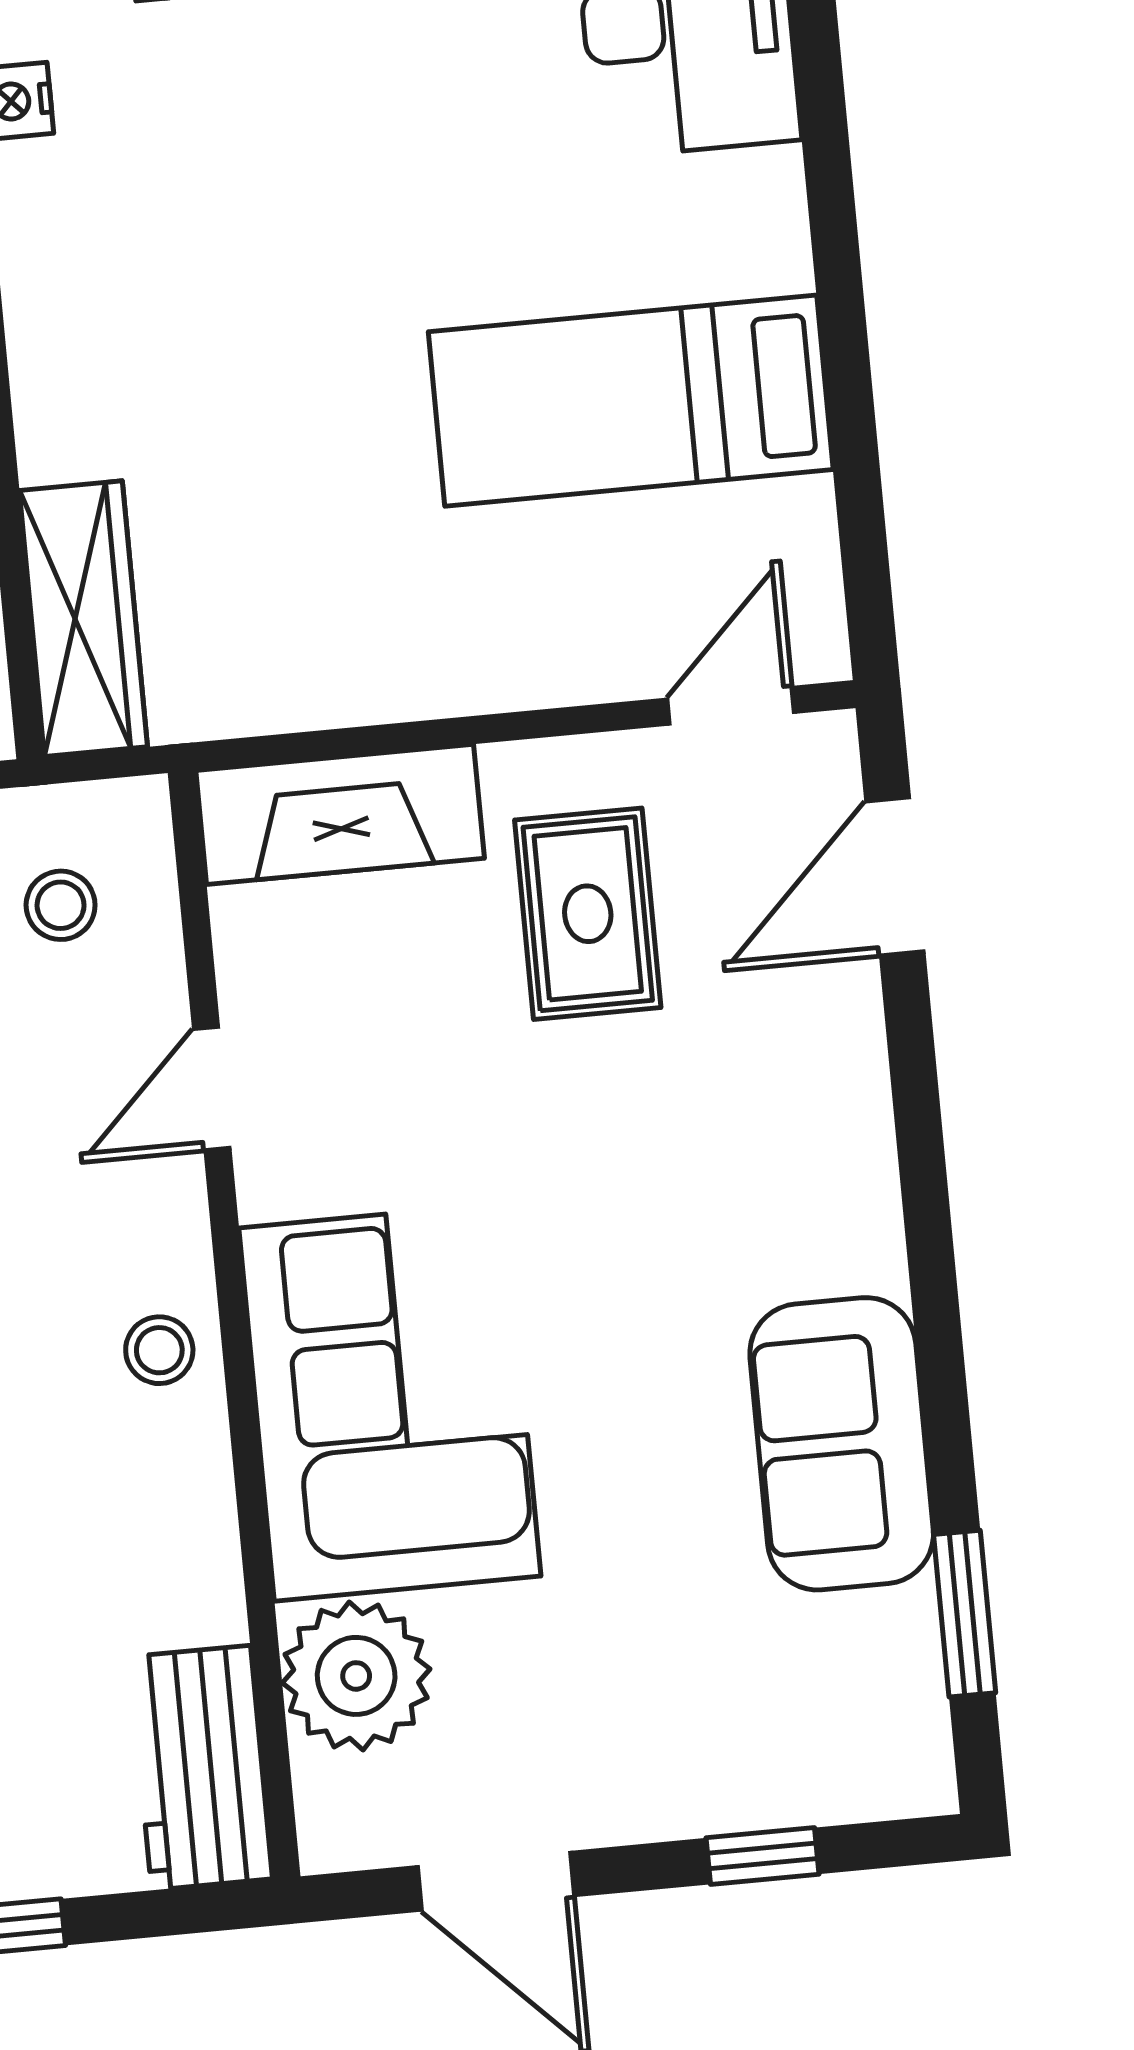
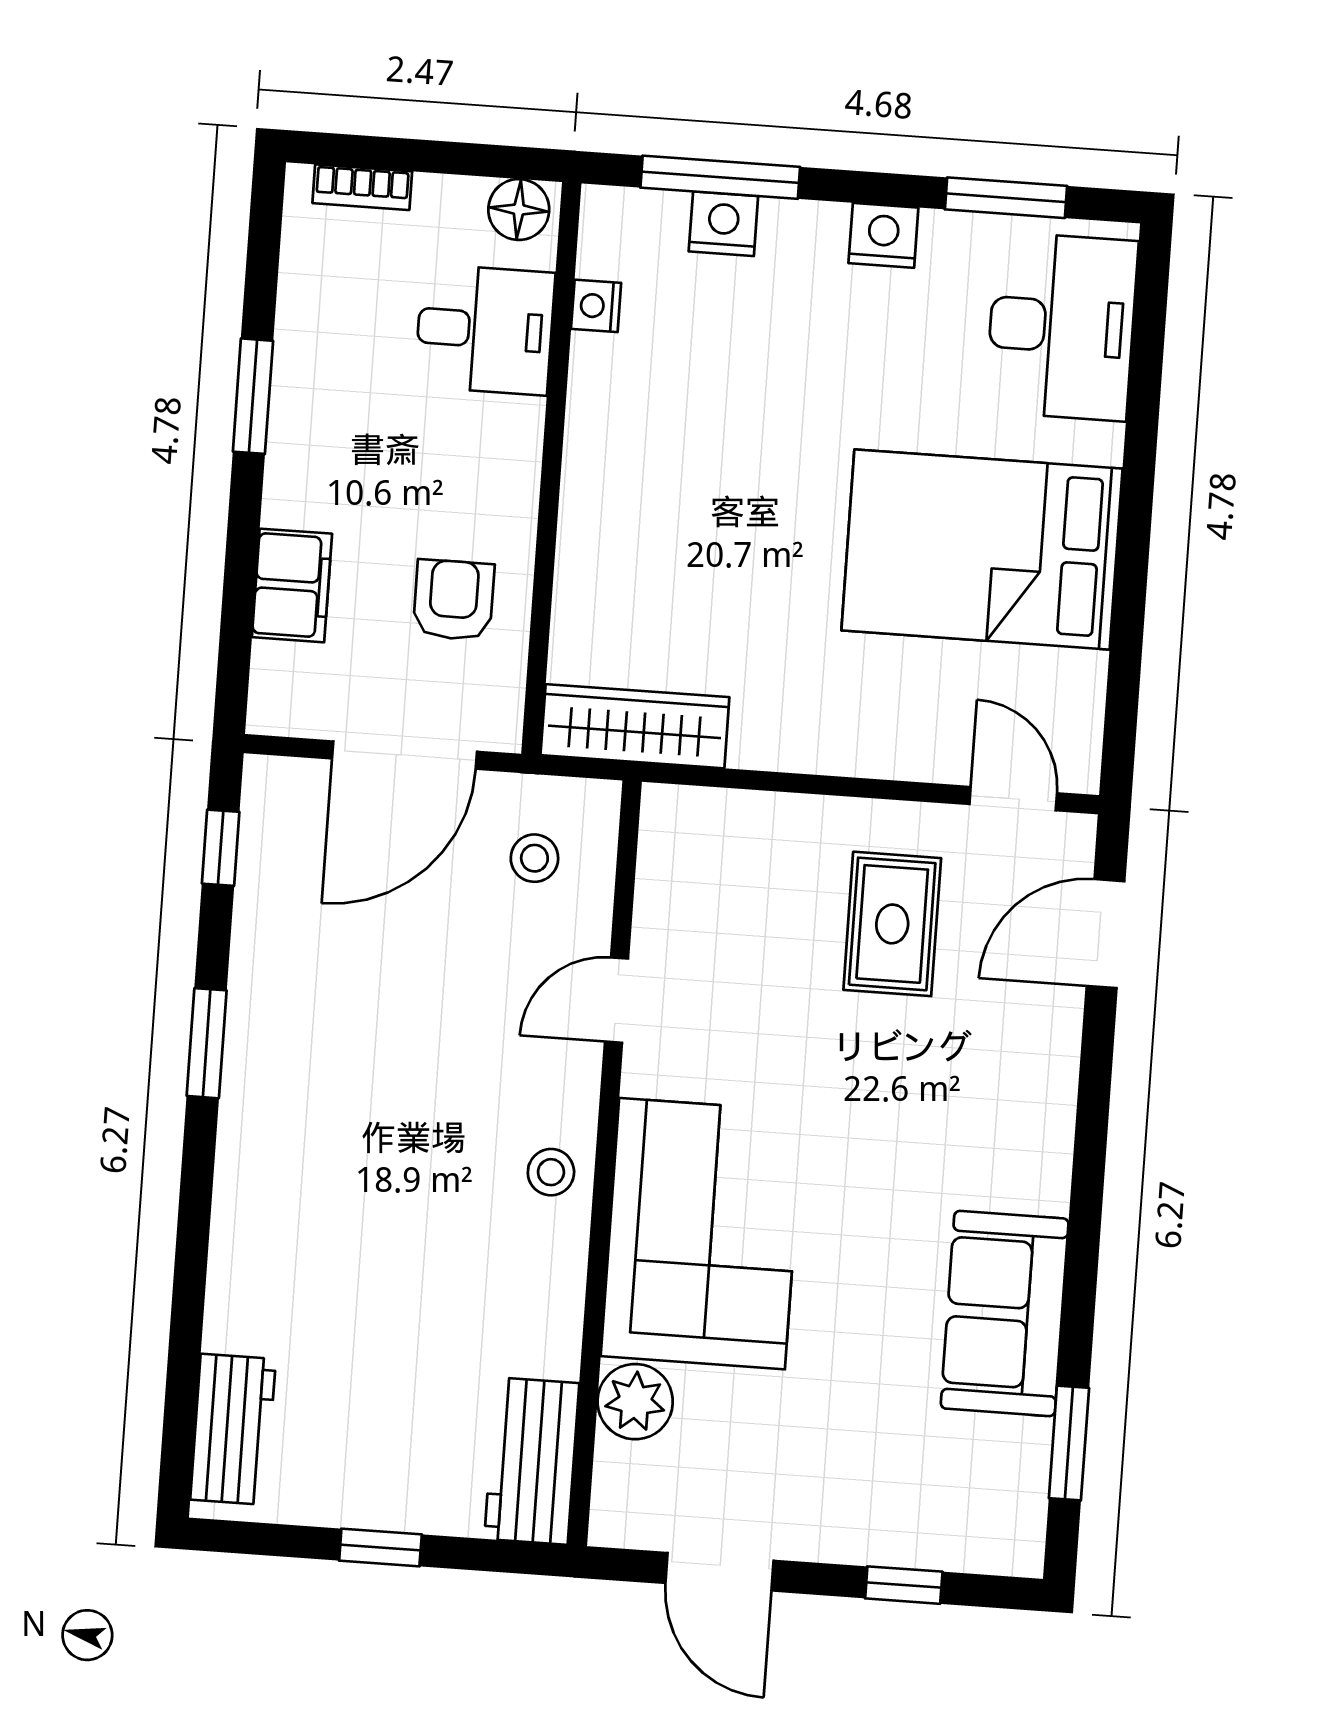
bed: (631, 401) -> (982, 550), width x1.50
wardrobe: (83, 619) -> (635, 726), moved, turned -90
door: (731, 706) -> (1013, 799), hinge flipped
fireplace: (340, 814) -> (735, 828), removed
plant: (356, 1676) -> (635, 1402), width x0.73, depth x0.73

